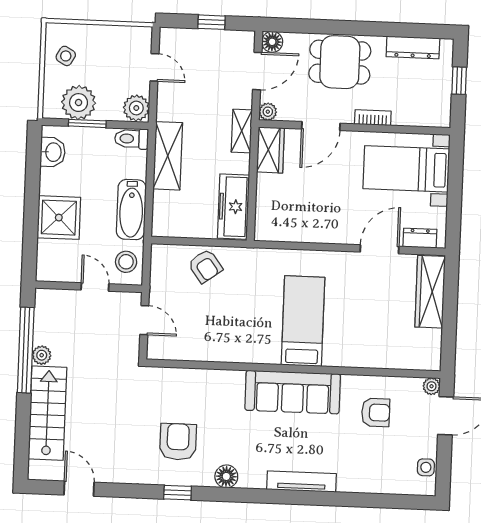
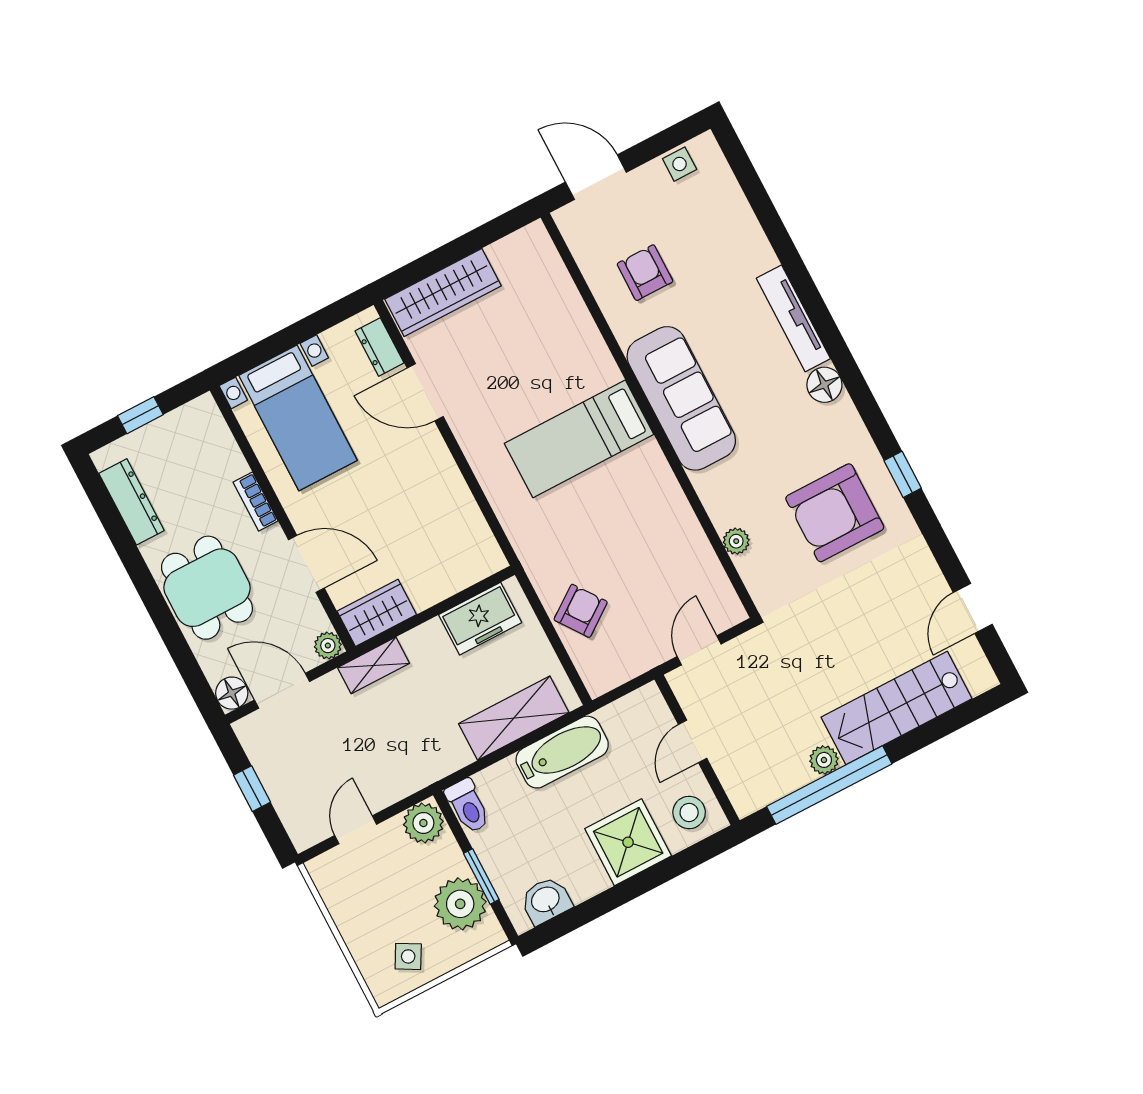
shelving: (168, 156) -> (514, 718), moved
freezer: (233, 207) -> (480, 619), width x0.71
stool: (126, 262) -> (689, 812), moved
plant: (432, 386) -> (736, 541), moved
armchair: (178, 442) -> (835, 513), width x1.36, depth x1.36
floor lamp: (226, 476) -> (824, 385), moved

